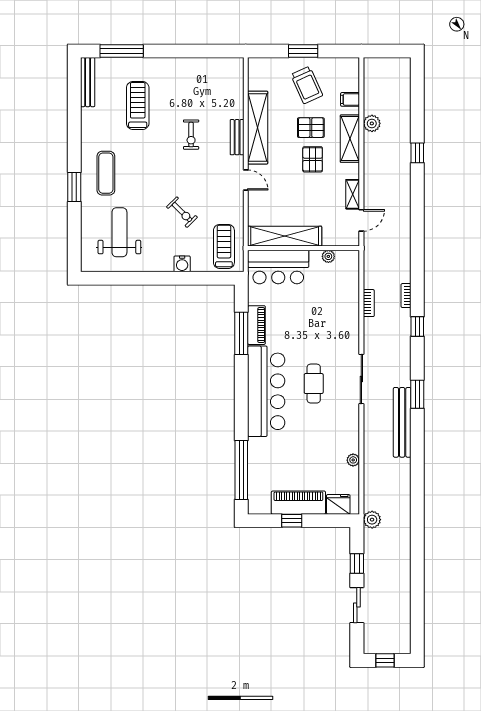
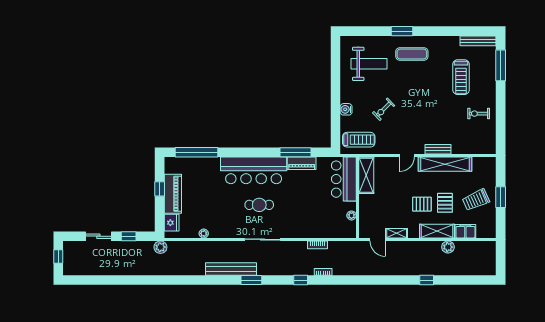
filing cabinet: (350, 99) -> (465, 231), width x2.00
treadmill: (138, 106) -> (461, 77), turned 90
exercise bike: (191, 135) -> (479, 114), moved
shelving: (285, 236) -> (366, 175), width x0.68

